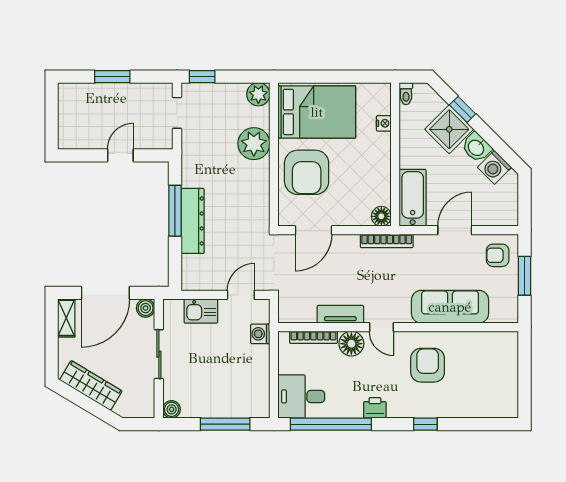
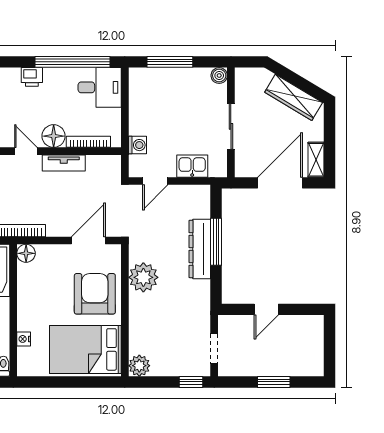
plant: (254, 144) -> (143, 277), moved
window: (175, 211) -> (216, 242), moved
boiler: (146, 308) -> (243, 169), removed

